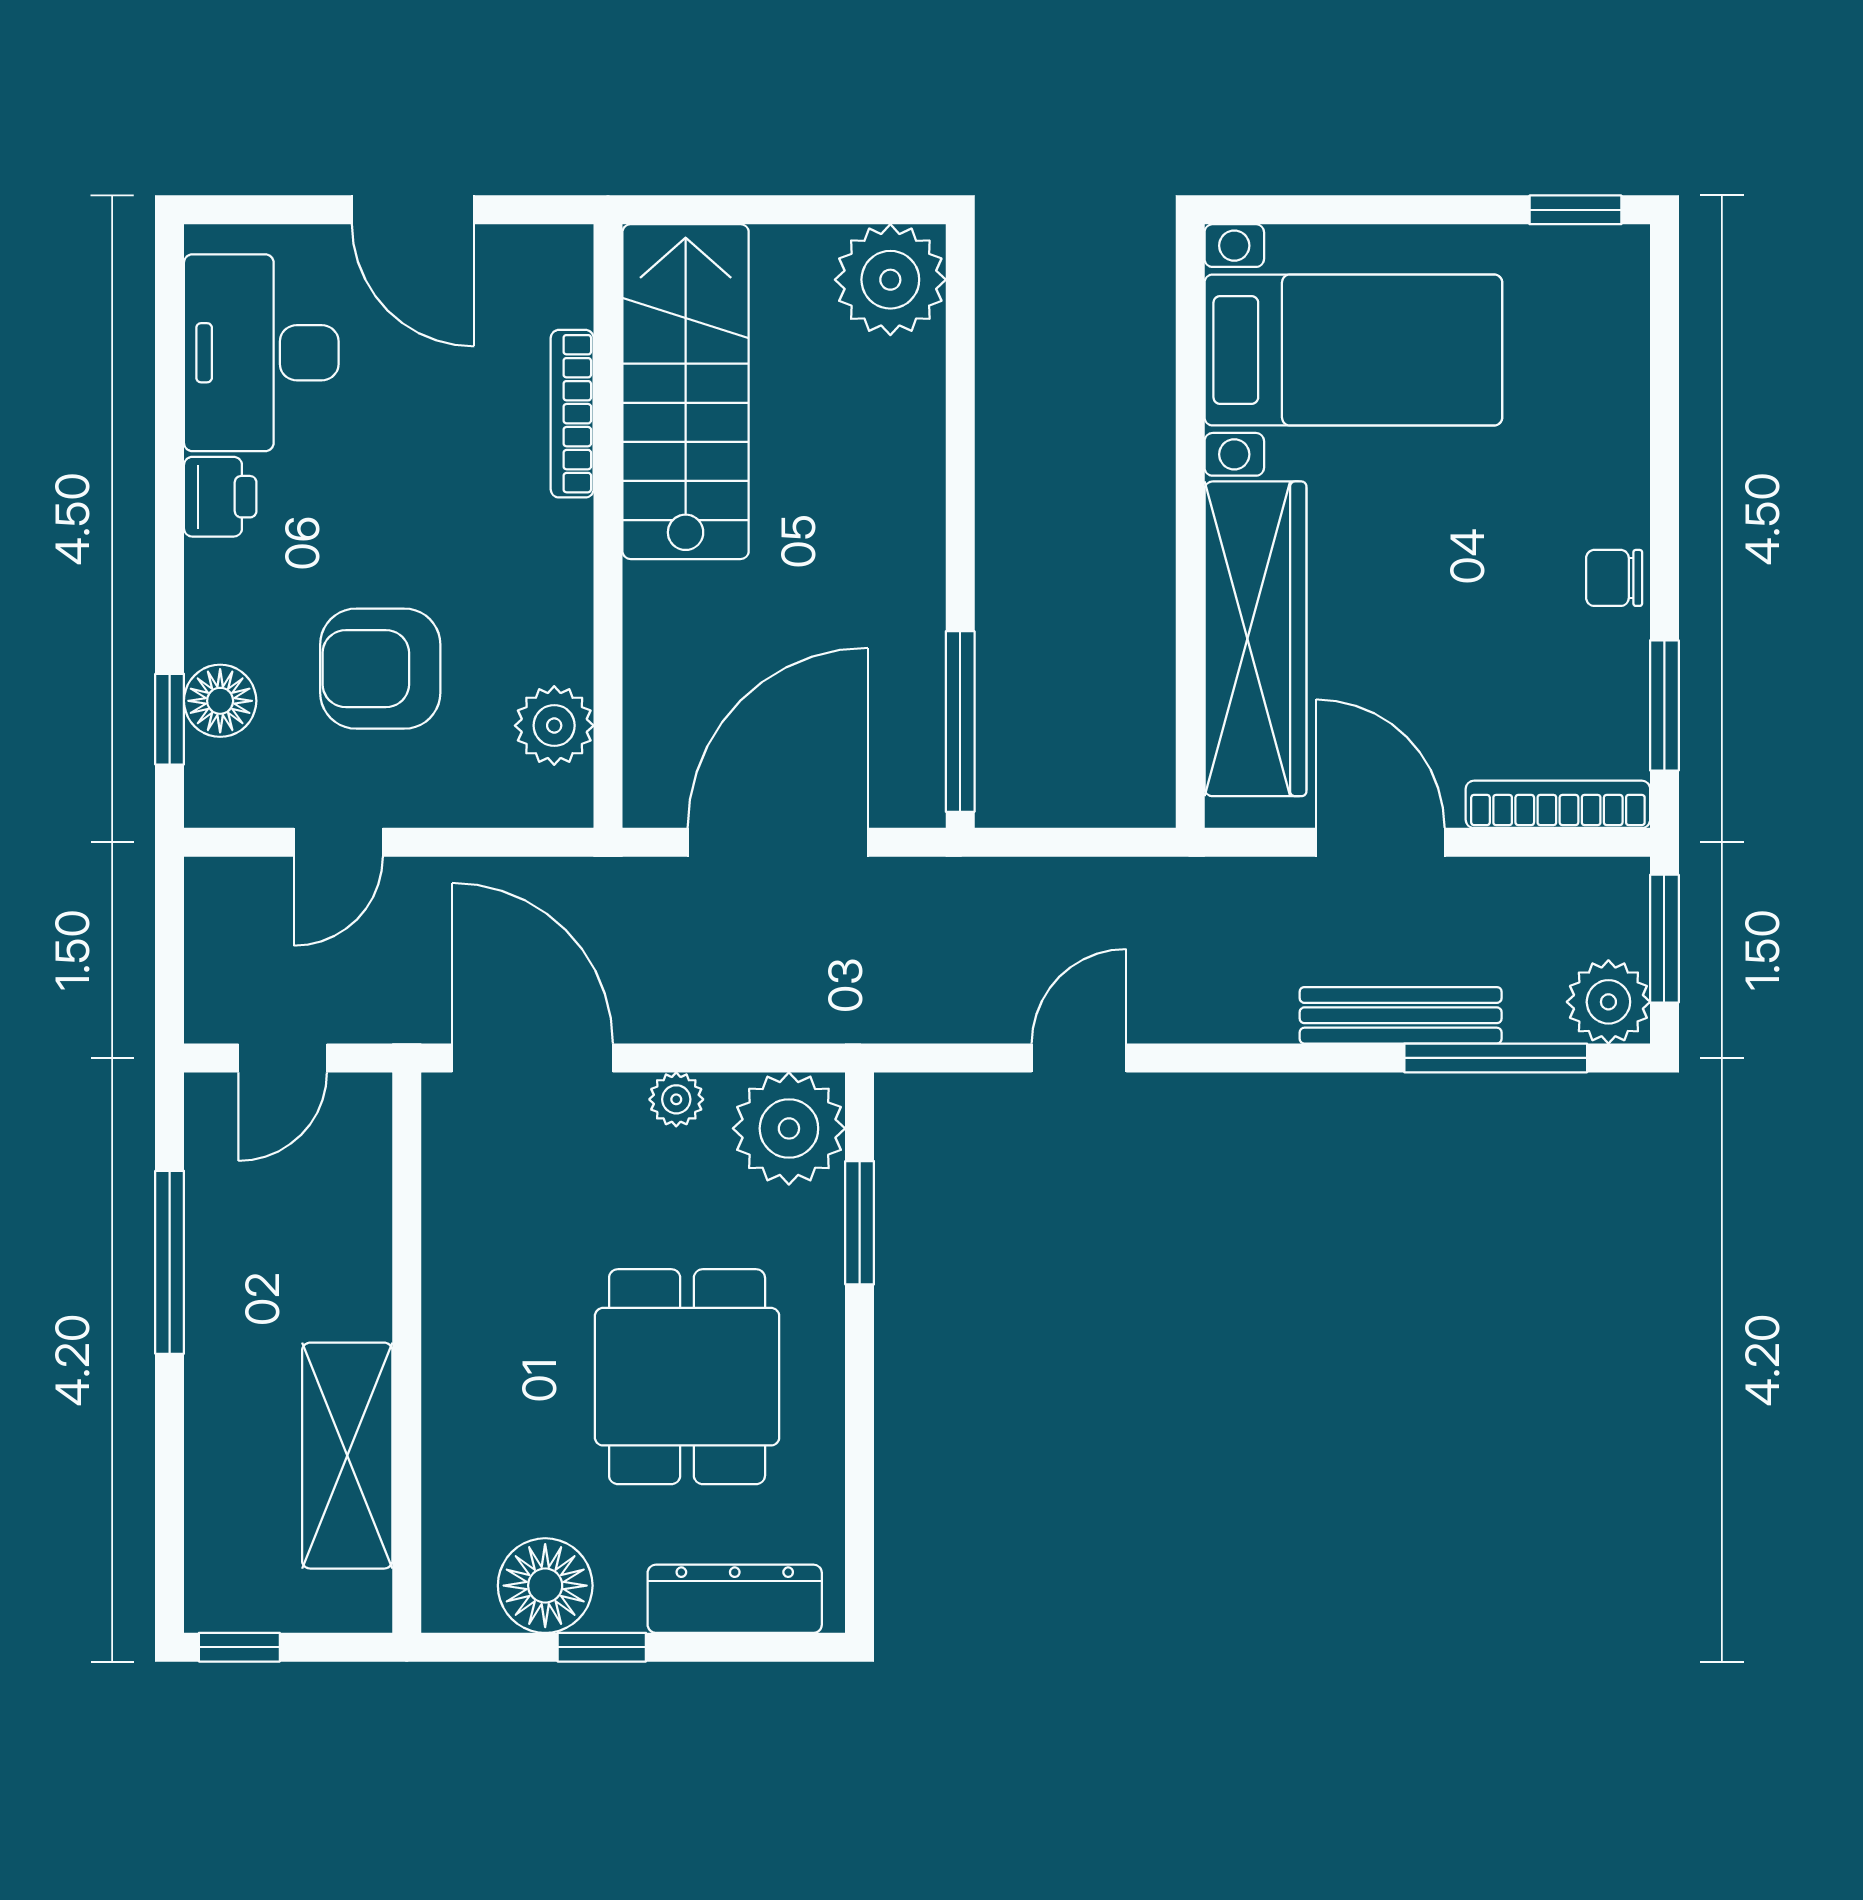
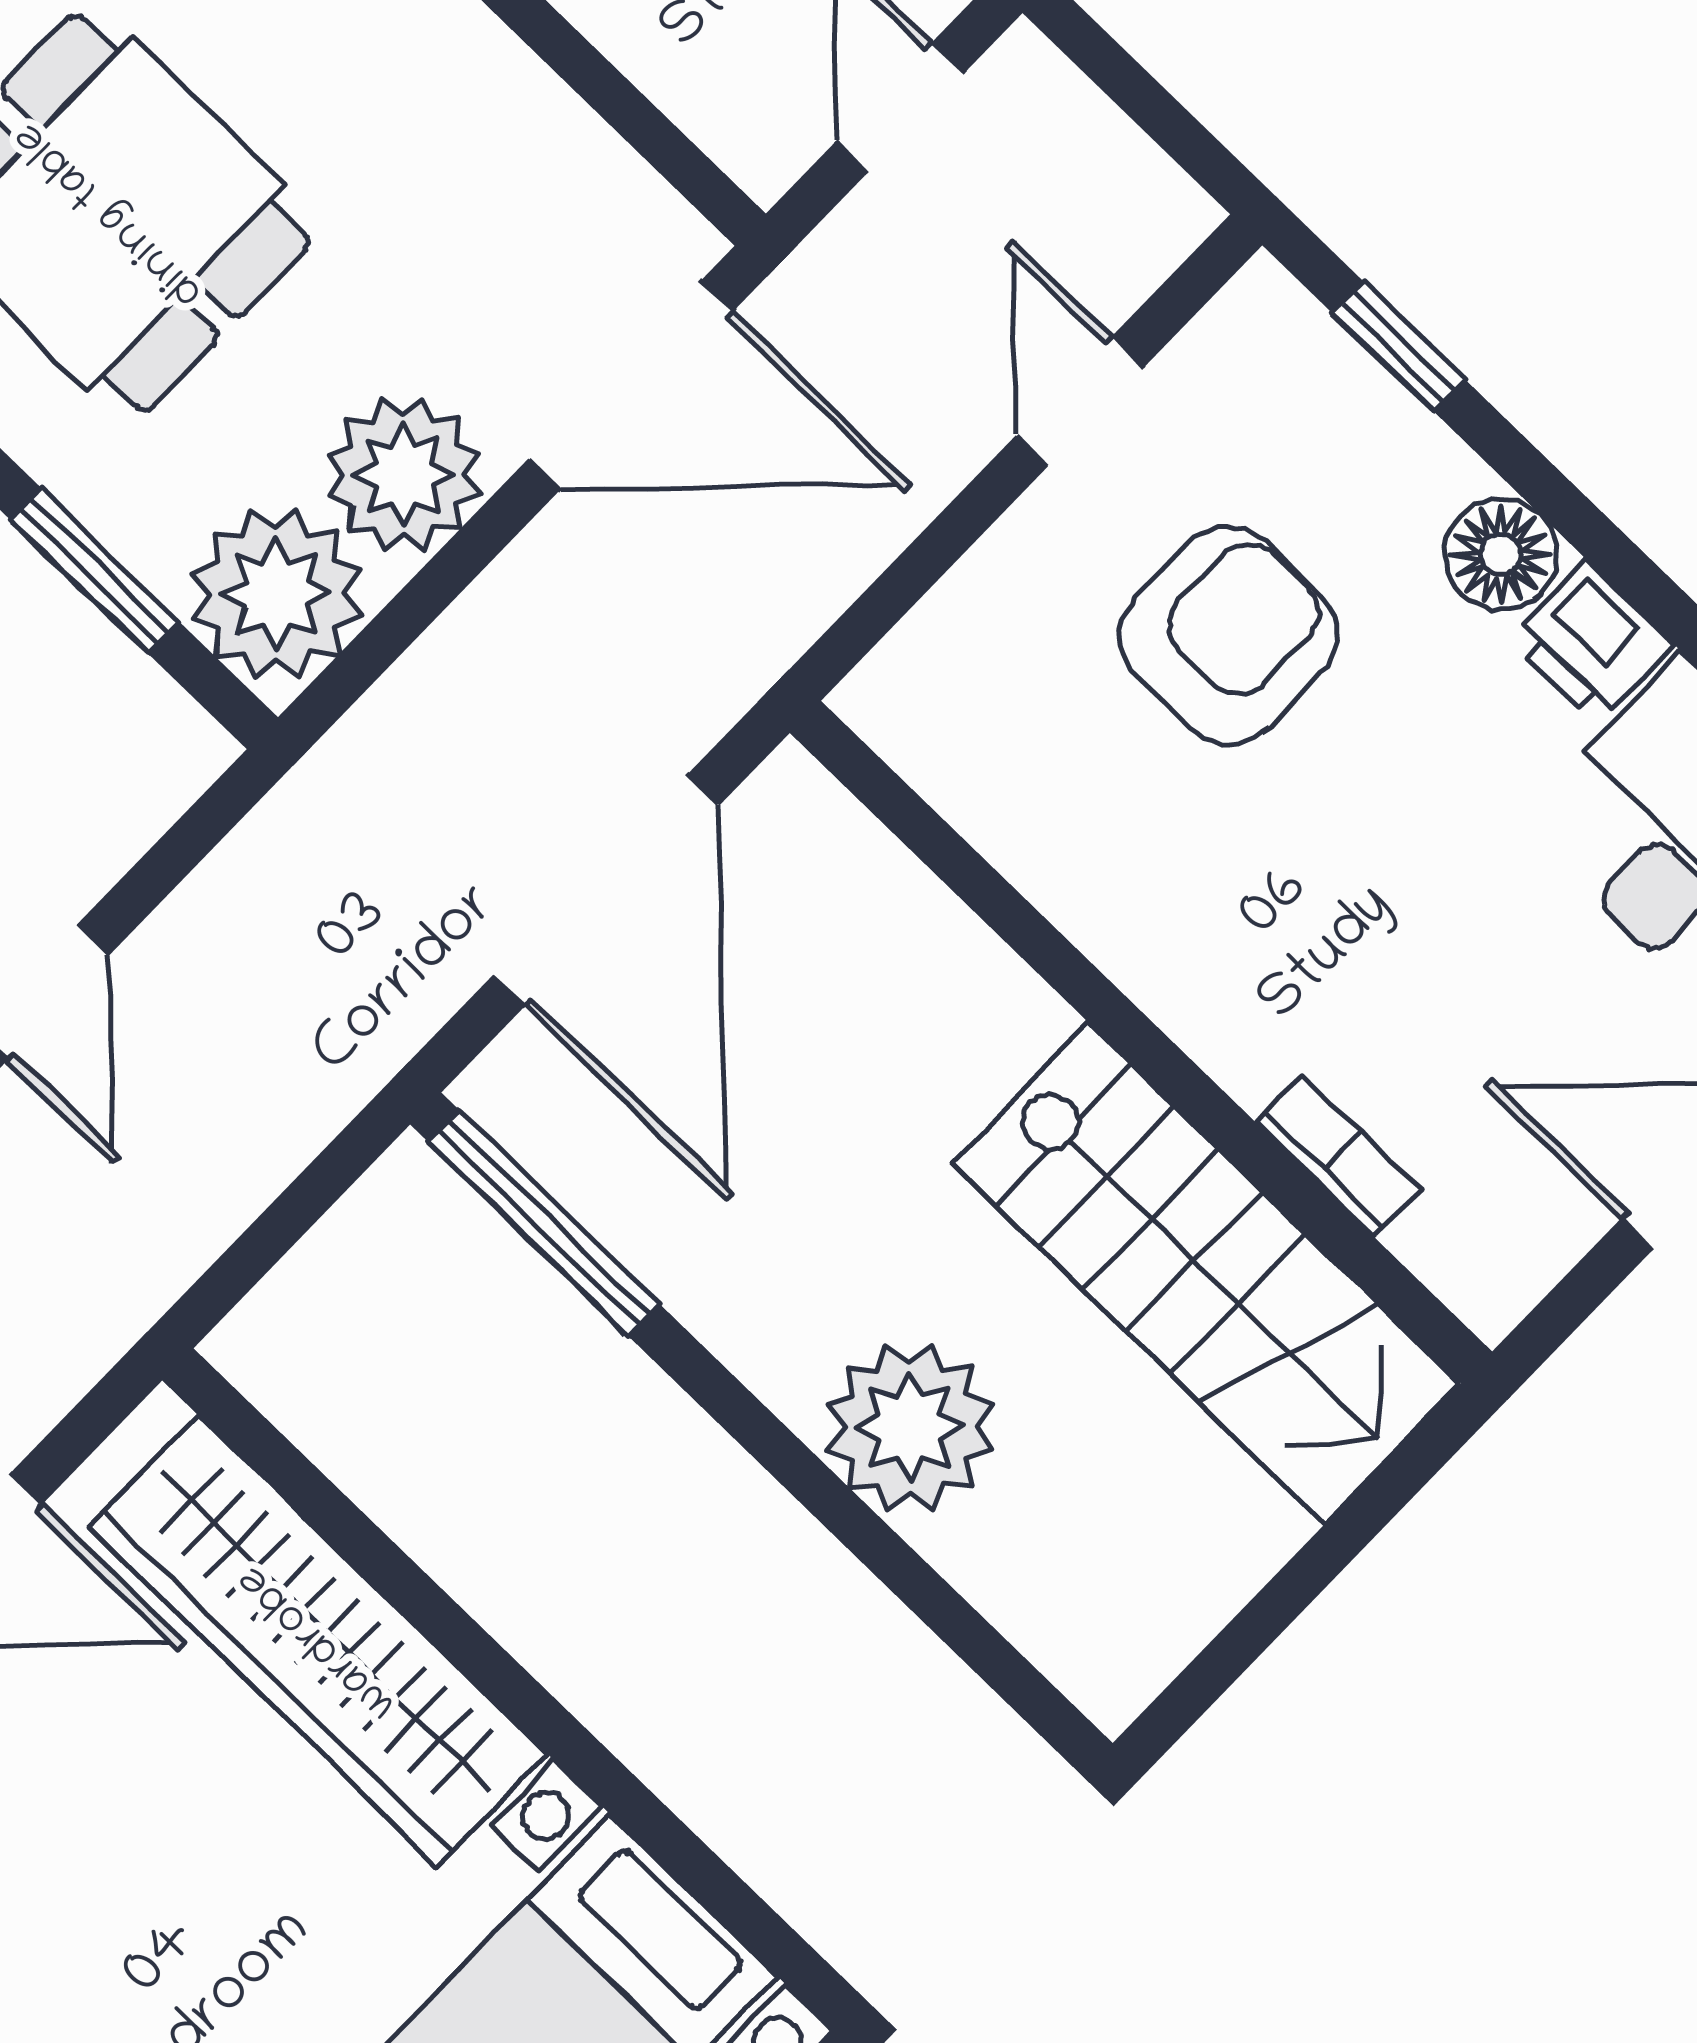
plant: (890, 280) -> (910, 1427), moved
bookcase: (572, 414) -> (1338, 1156), width x0.64
floor lamp: (220, 701) -> (1501, 554), moved
plant: (554, 726) -> (977, 767), removed
plant: (676, 1099) -> (404, 475), width x1.88, depth x1.88

